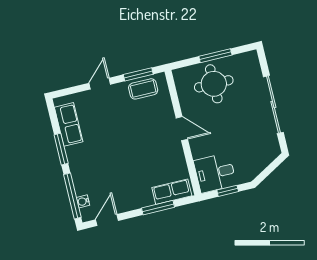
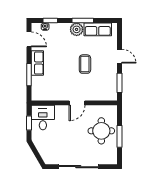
coffee table: (143, 89) -> (85, 64), moved
plant: (76, 155) -> (77, 29), added
row of seats: (172, 192) -> (37, 63), moved
window: (72, 196) -> (50, 21), width x0.46

